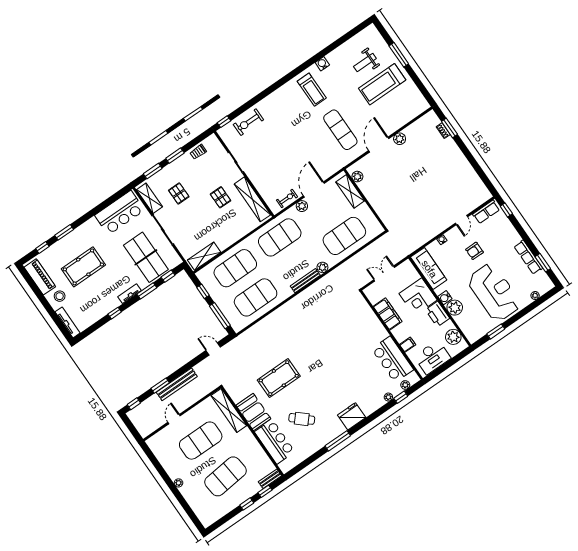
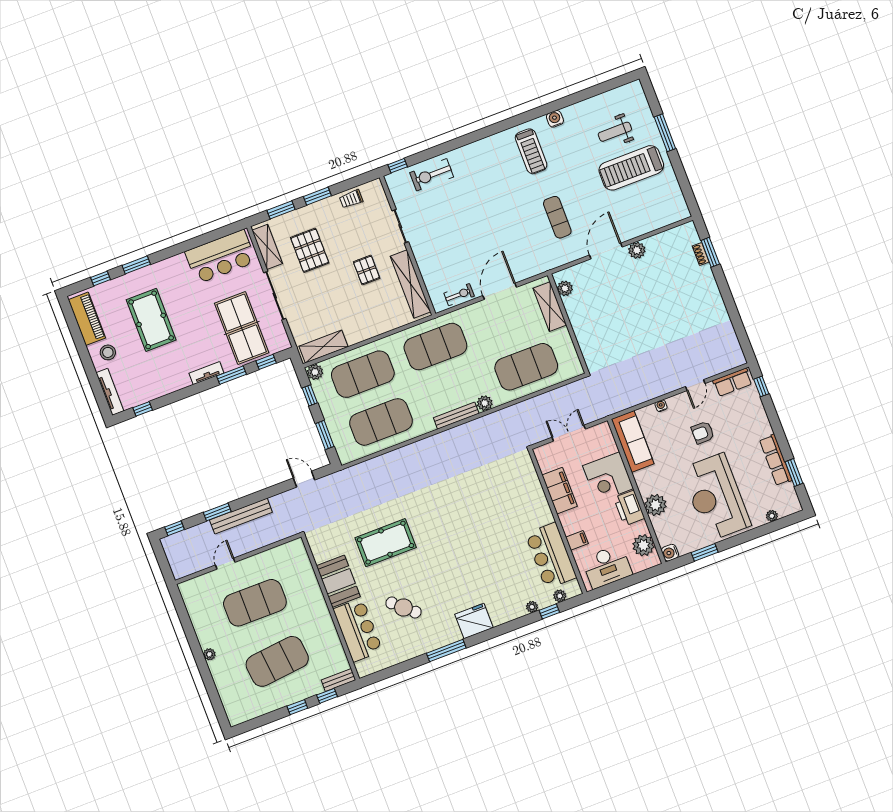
exercise mat: (340, 130) -> (557, 217), width x0.73, depth x0.69
pallet: (179, 193) -> (310, 250), width x1.50, depth x1.42
plant: (302, 206) -> (315, 372), moved
pool table: (83, 267) -> (151, 320), turned 90
reception desk: (494, 292) -> (716, 497), turned 180
water cooler: (445, 298) -> (670, 553), moved
window: (115, 313) -> (143, 409), moved
window: (220, 316) -> (325, 435), width x0.69
shelving: (229, 411) -> (305, 571), removed

